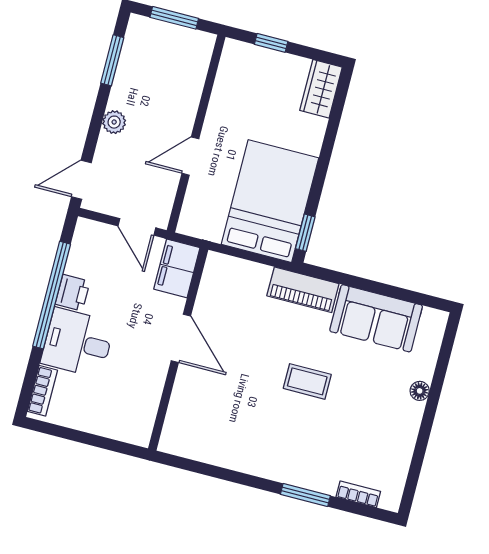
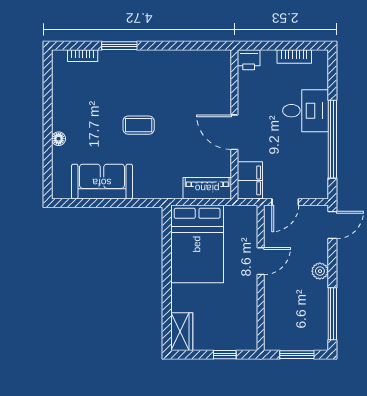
window: (112, 60) -> (332, 314), width x1.44
door: (137, 227) -> (285, 202), swing flipped
window: (305, 233) -> (167, 228), removed
piano: (303, 290) -> (207, 188), moved
printer: (73, 293) -> (249, 60), moved, turned -90
bookcase: (42, 391) -> (294, 56), moved, turned -90

